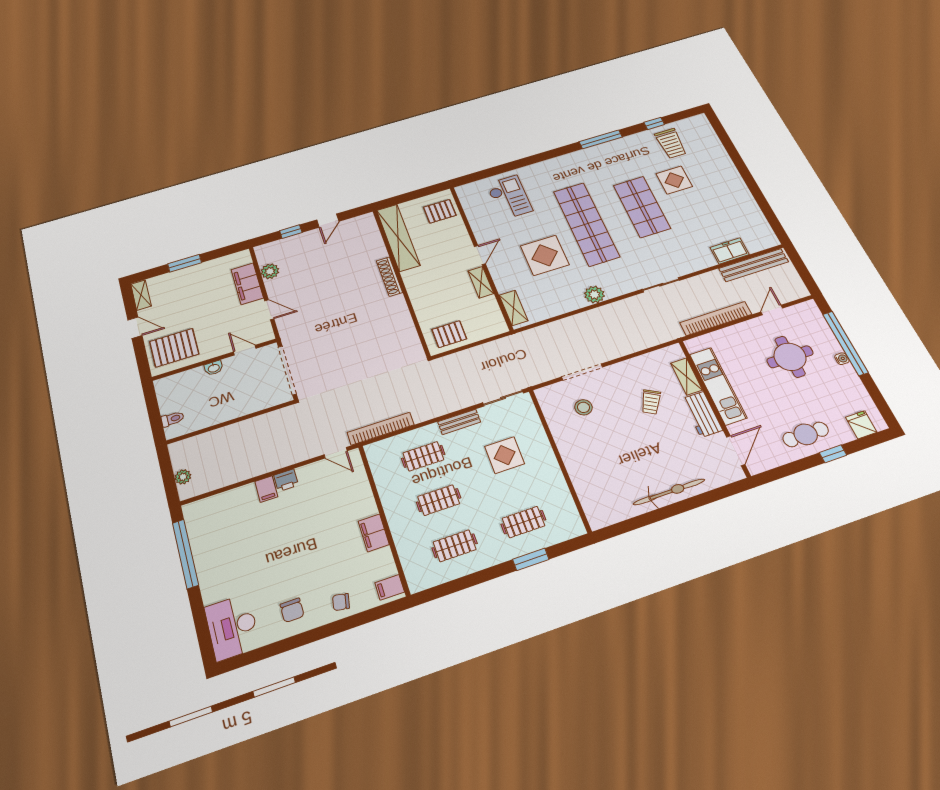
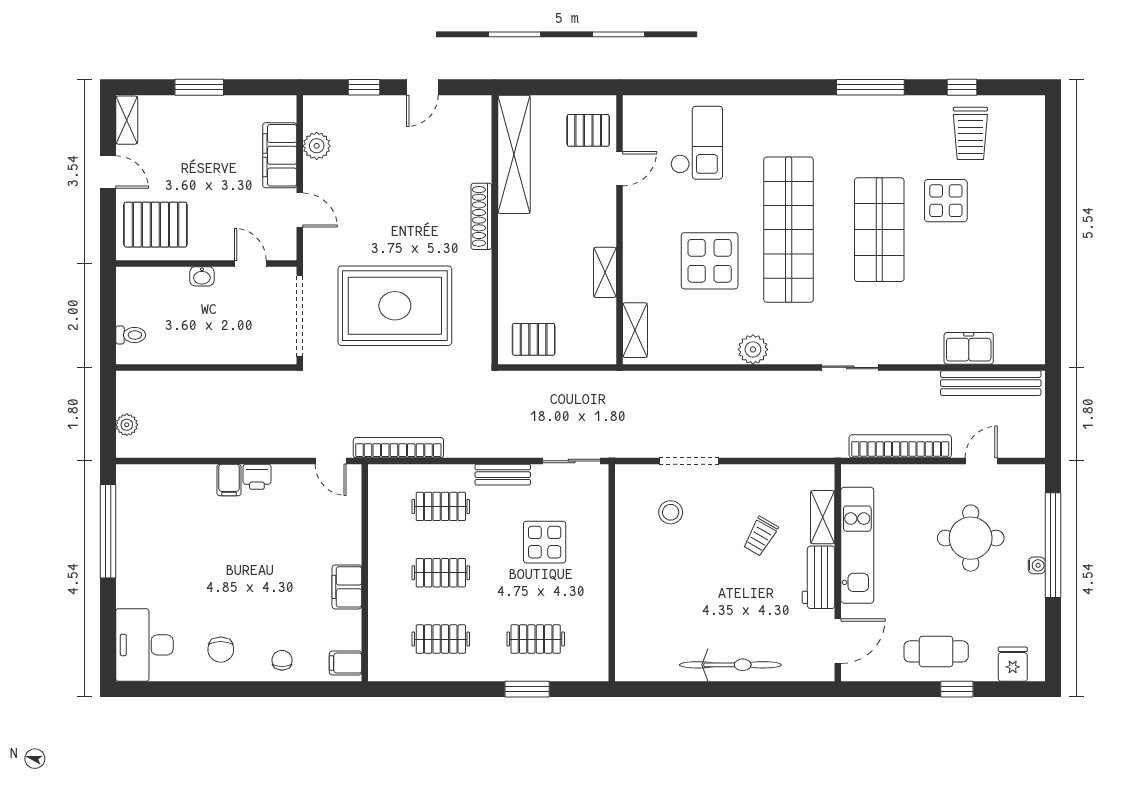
door: (480, 255) -> (619, 169), moved
rug: (350, 344) -> (395, 306), added
chair: (341, 602) -> (282, 660), turned 79

